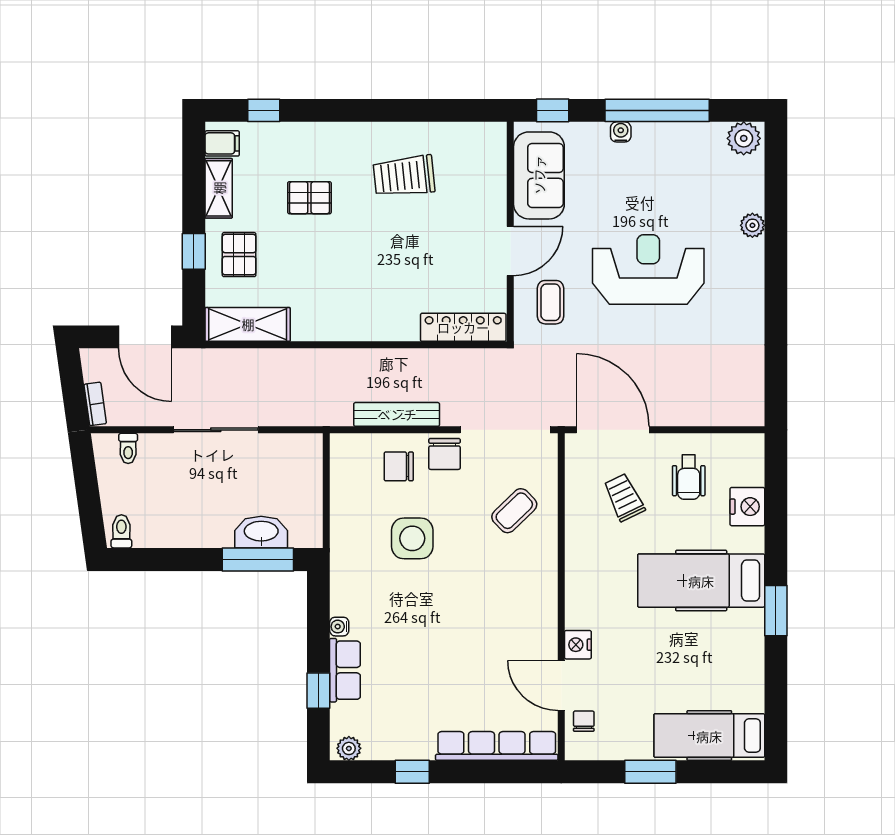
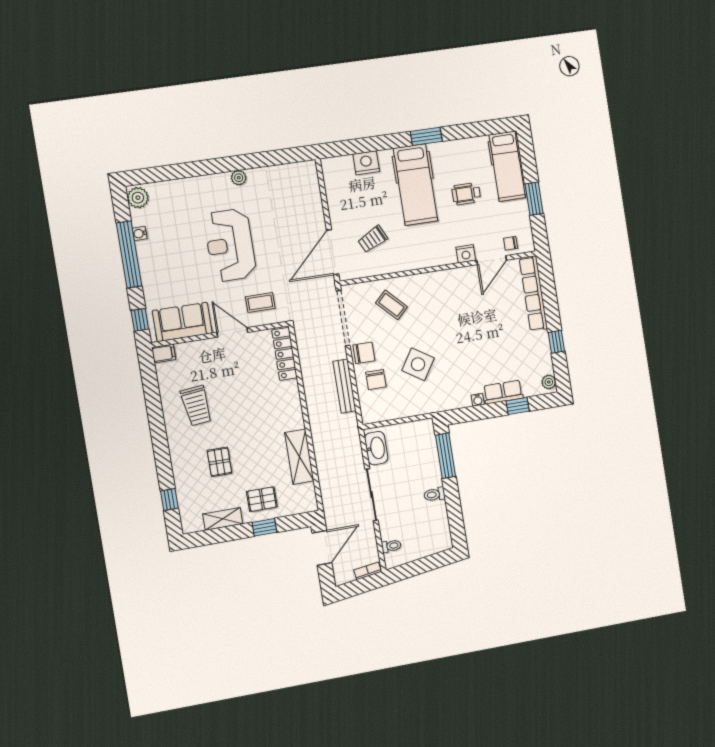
water cooler: (621, 132) -> (140, 233), moved
filing cabinet: (222, 143) -> (164, 353), moved, turned 90
plant: (752, 225) -> (239, 178), moved
shelving: (248, 324) -> (299, 457), moved
wheelchair: (689, 477) -> (466, 194), moved, turned 180
toilet: (121, 531) -> (434, 494), moved
washbasin: (261, 532) -> (376, 448), moved, turned 180
side table: (412, 538) -> (418, 364), turned 33

